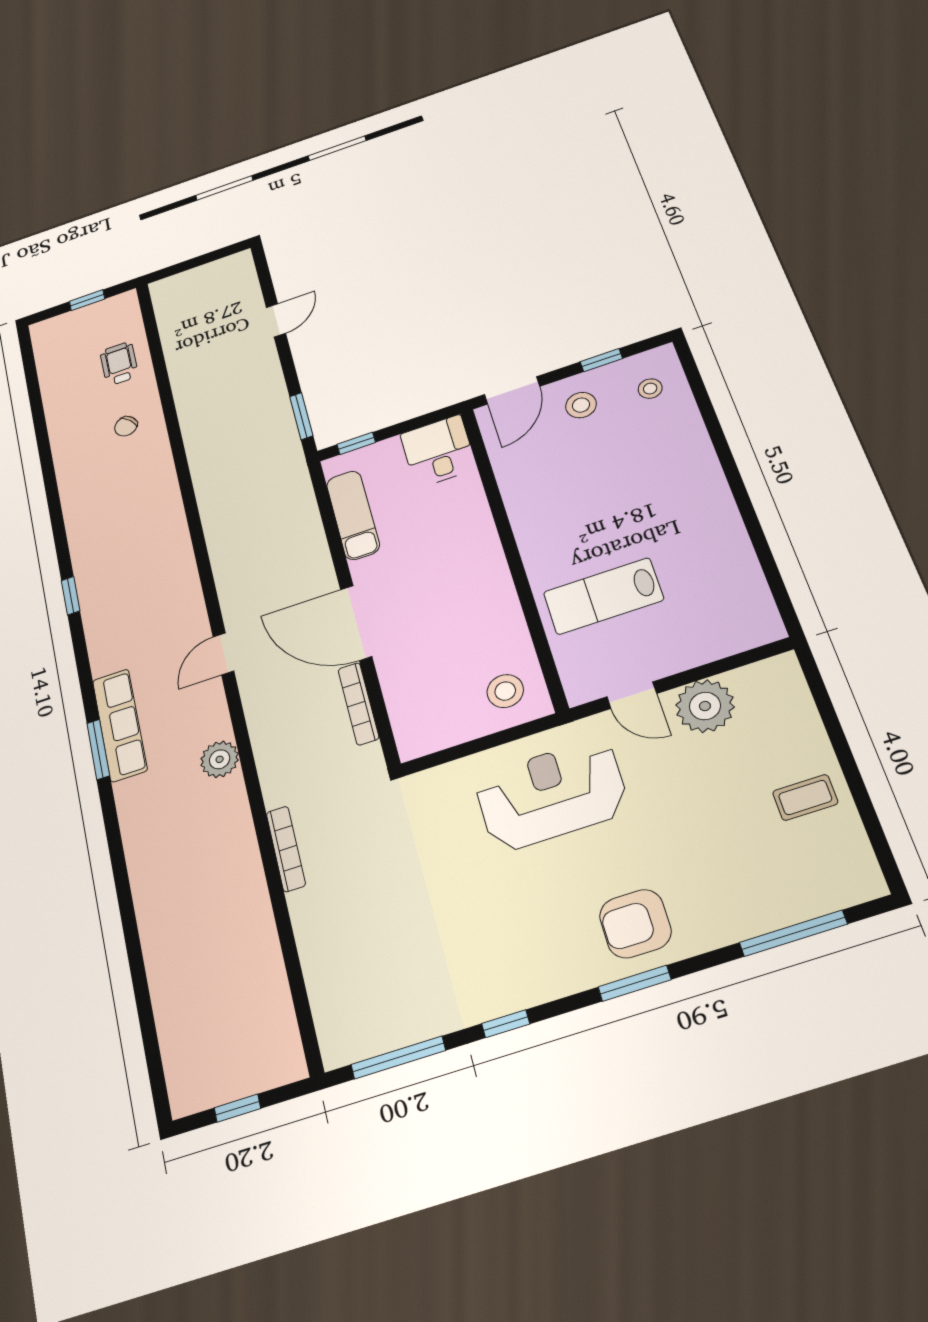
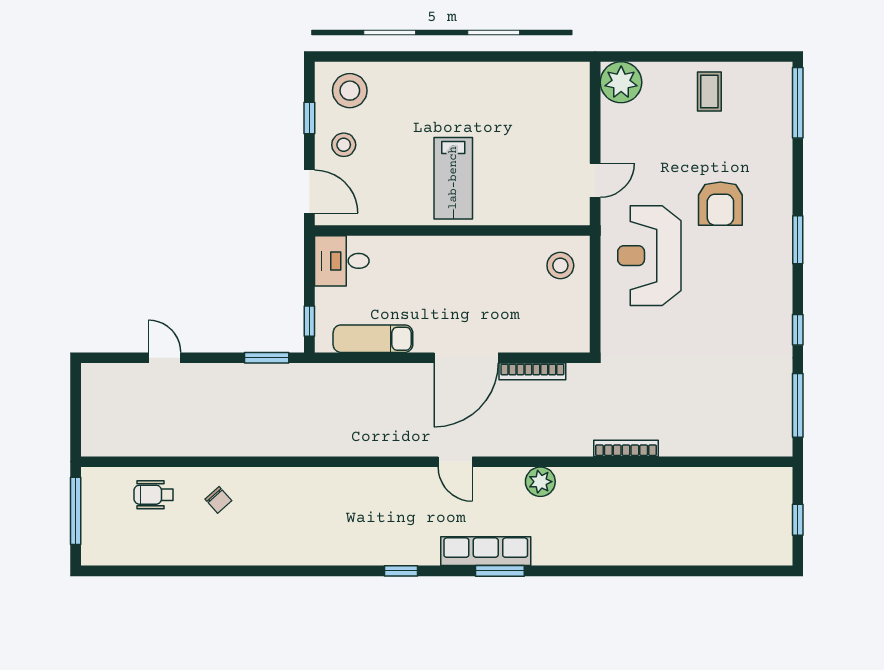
window: (87, 300) -> (76, 511), width x2.17
stool: (650, 389) -> (350, 91), width x1.89, depth x1.89
window: (71, 596) -> (401, 571), moved
lab bench: (603, 596) -> (453, 178), moved
plant: (705, 706) -> (621, 82), moved
armchair: (635, 924) -> (720, 204), moved
window: (793, 933) -> (798, 103), moved

